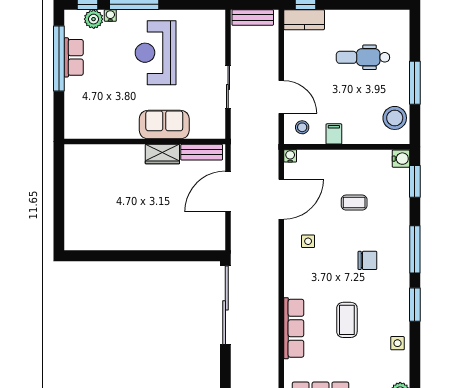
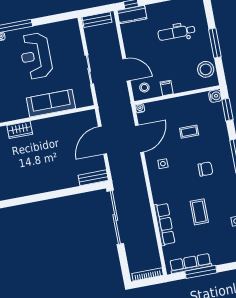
sofa: (164, 125) -> (51, 103), width x1.36
bench: (202, 152) -> (93, 178), moved
wardrobe: (162, 154) -> (20, 130), moved

